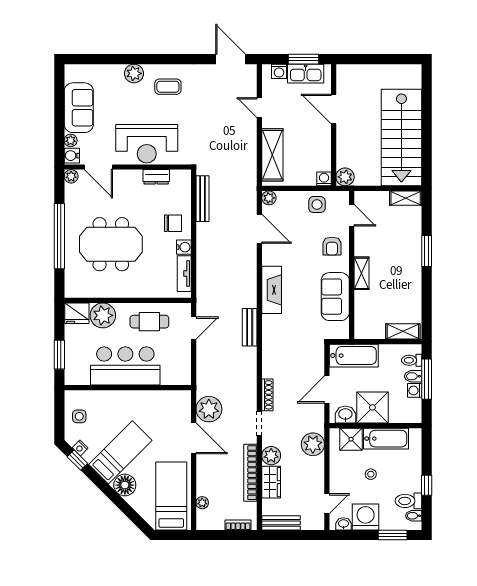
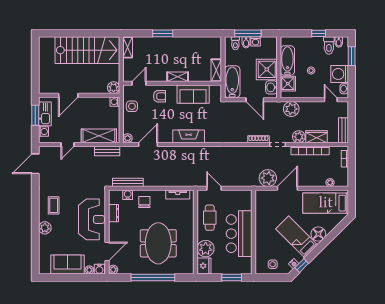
water cooler: (184, 247) -> (128, 195), moved
bench: (250, 327) -> (107, 151), moved
shelving: (403, 331) -> (216, 70), moved

